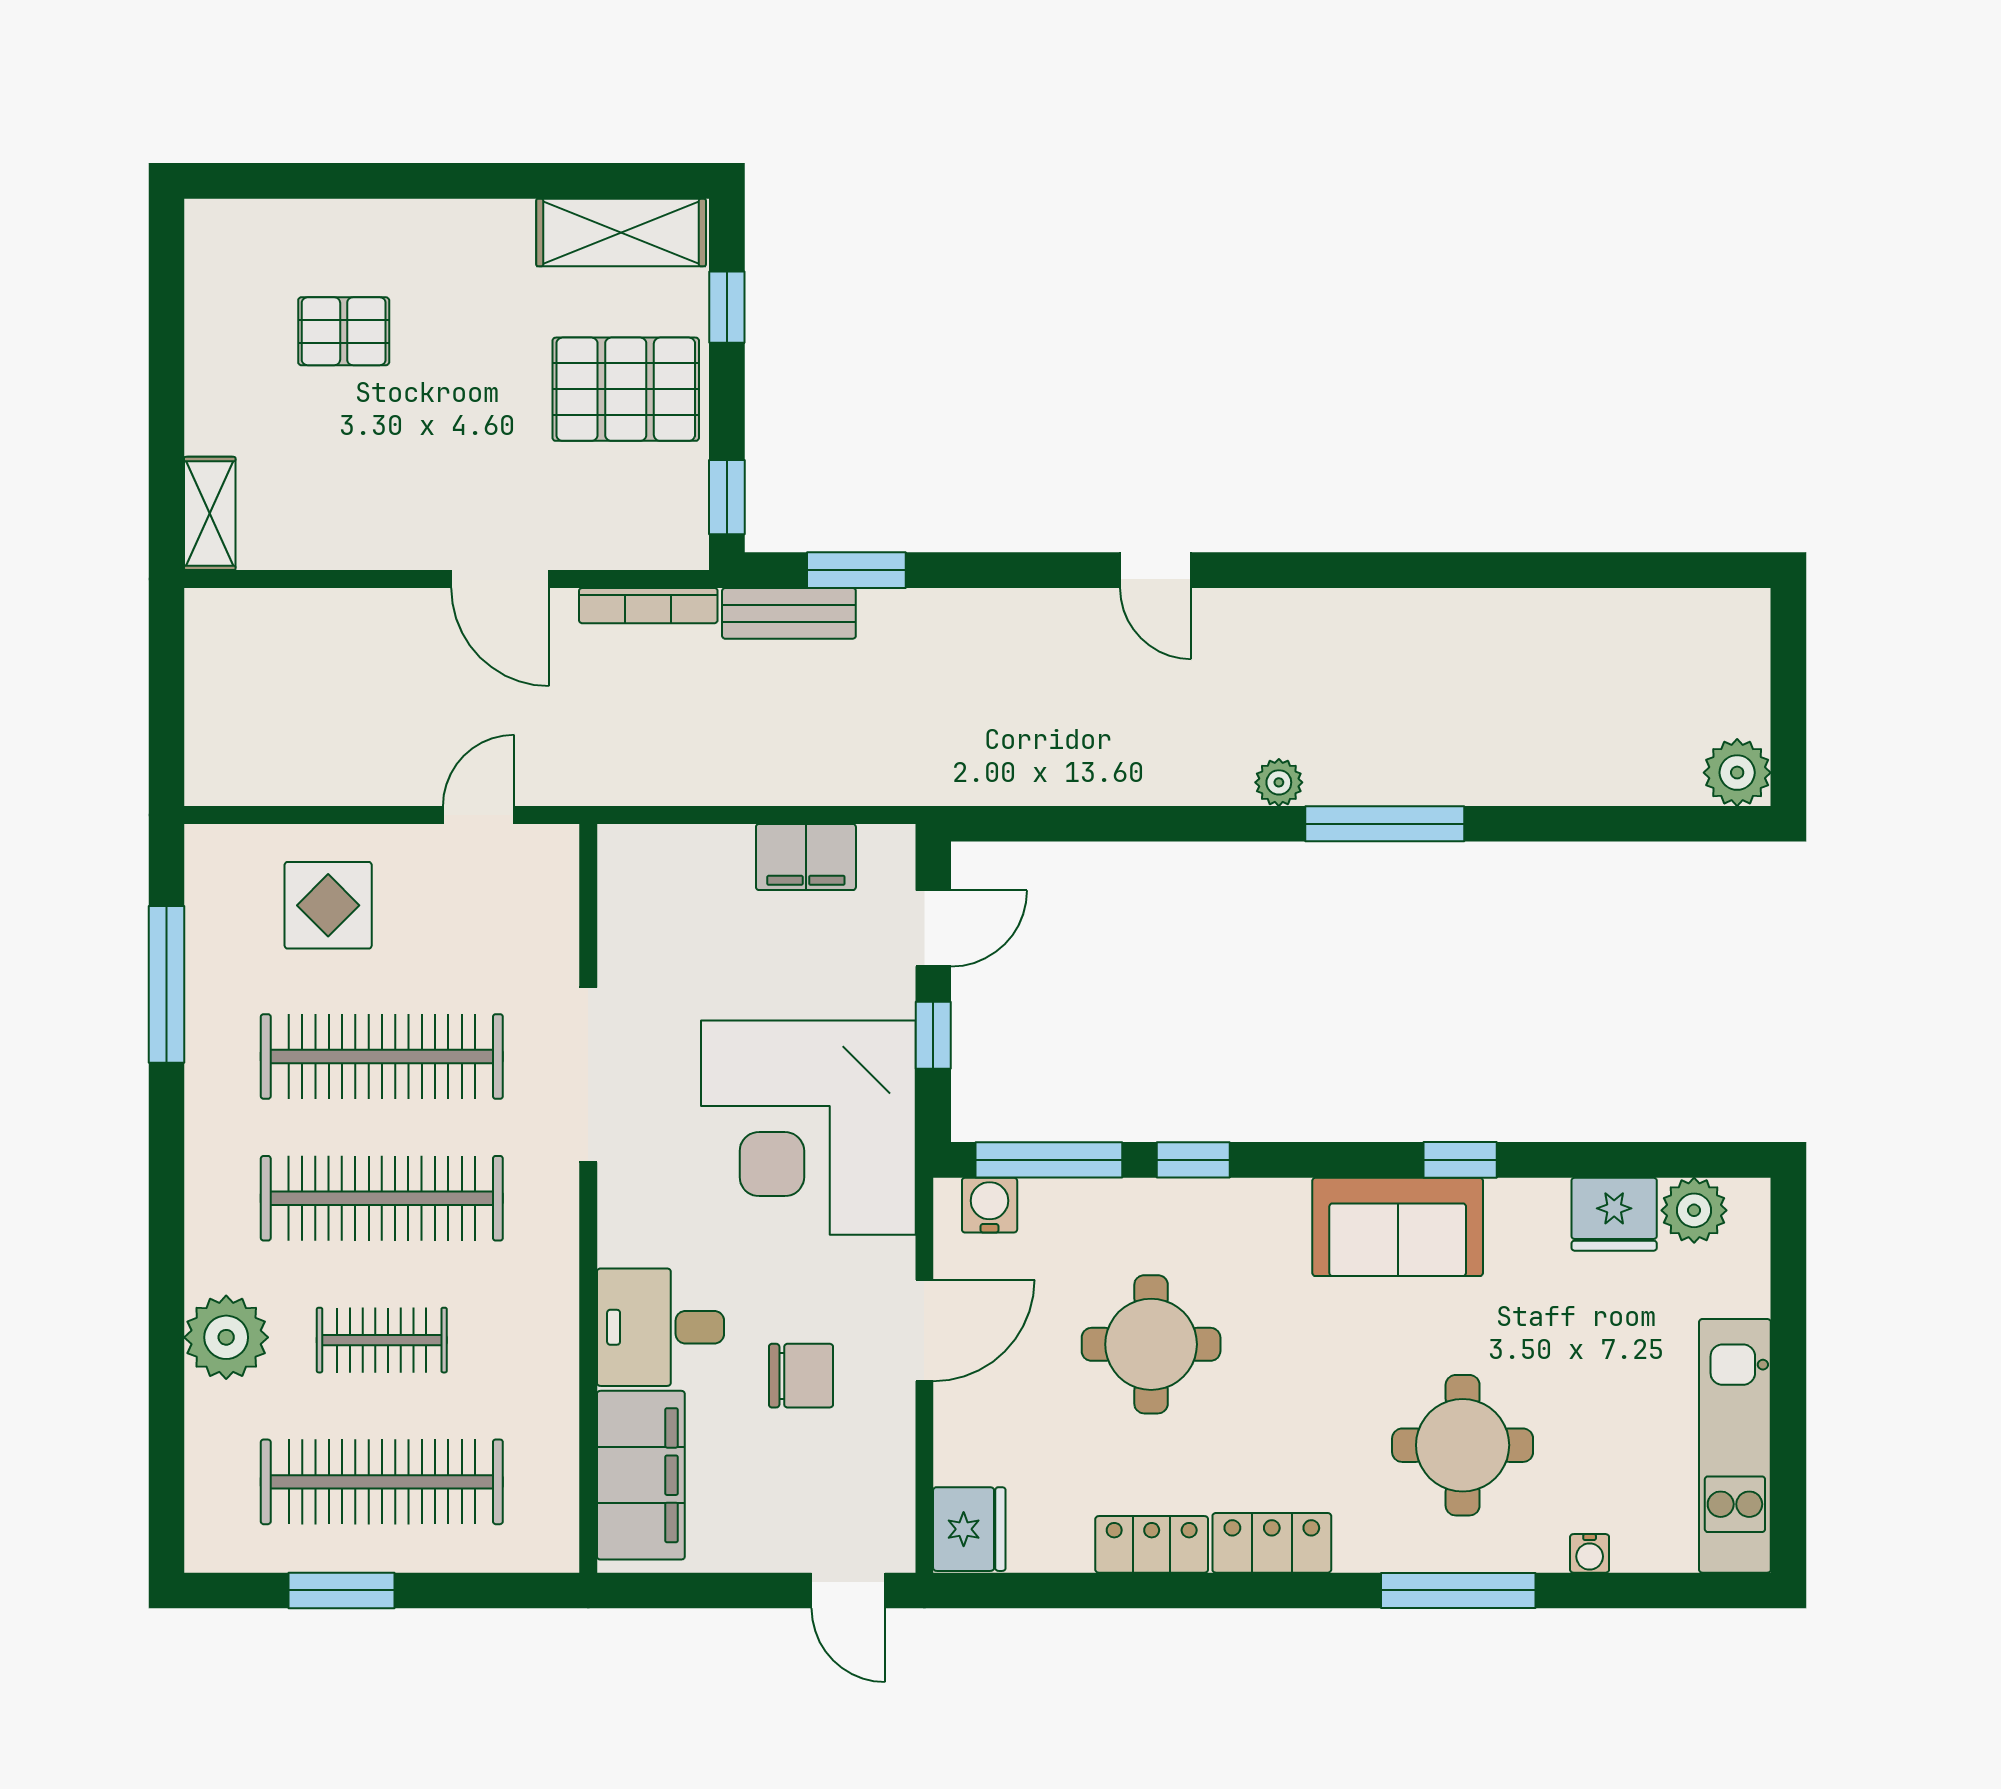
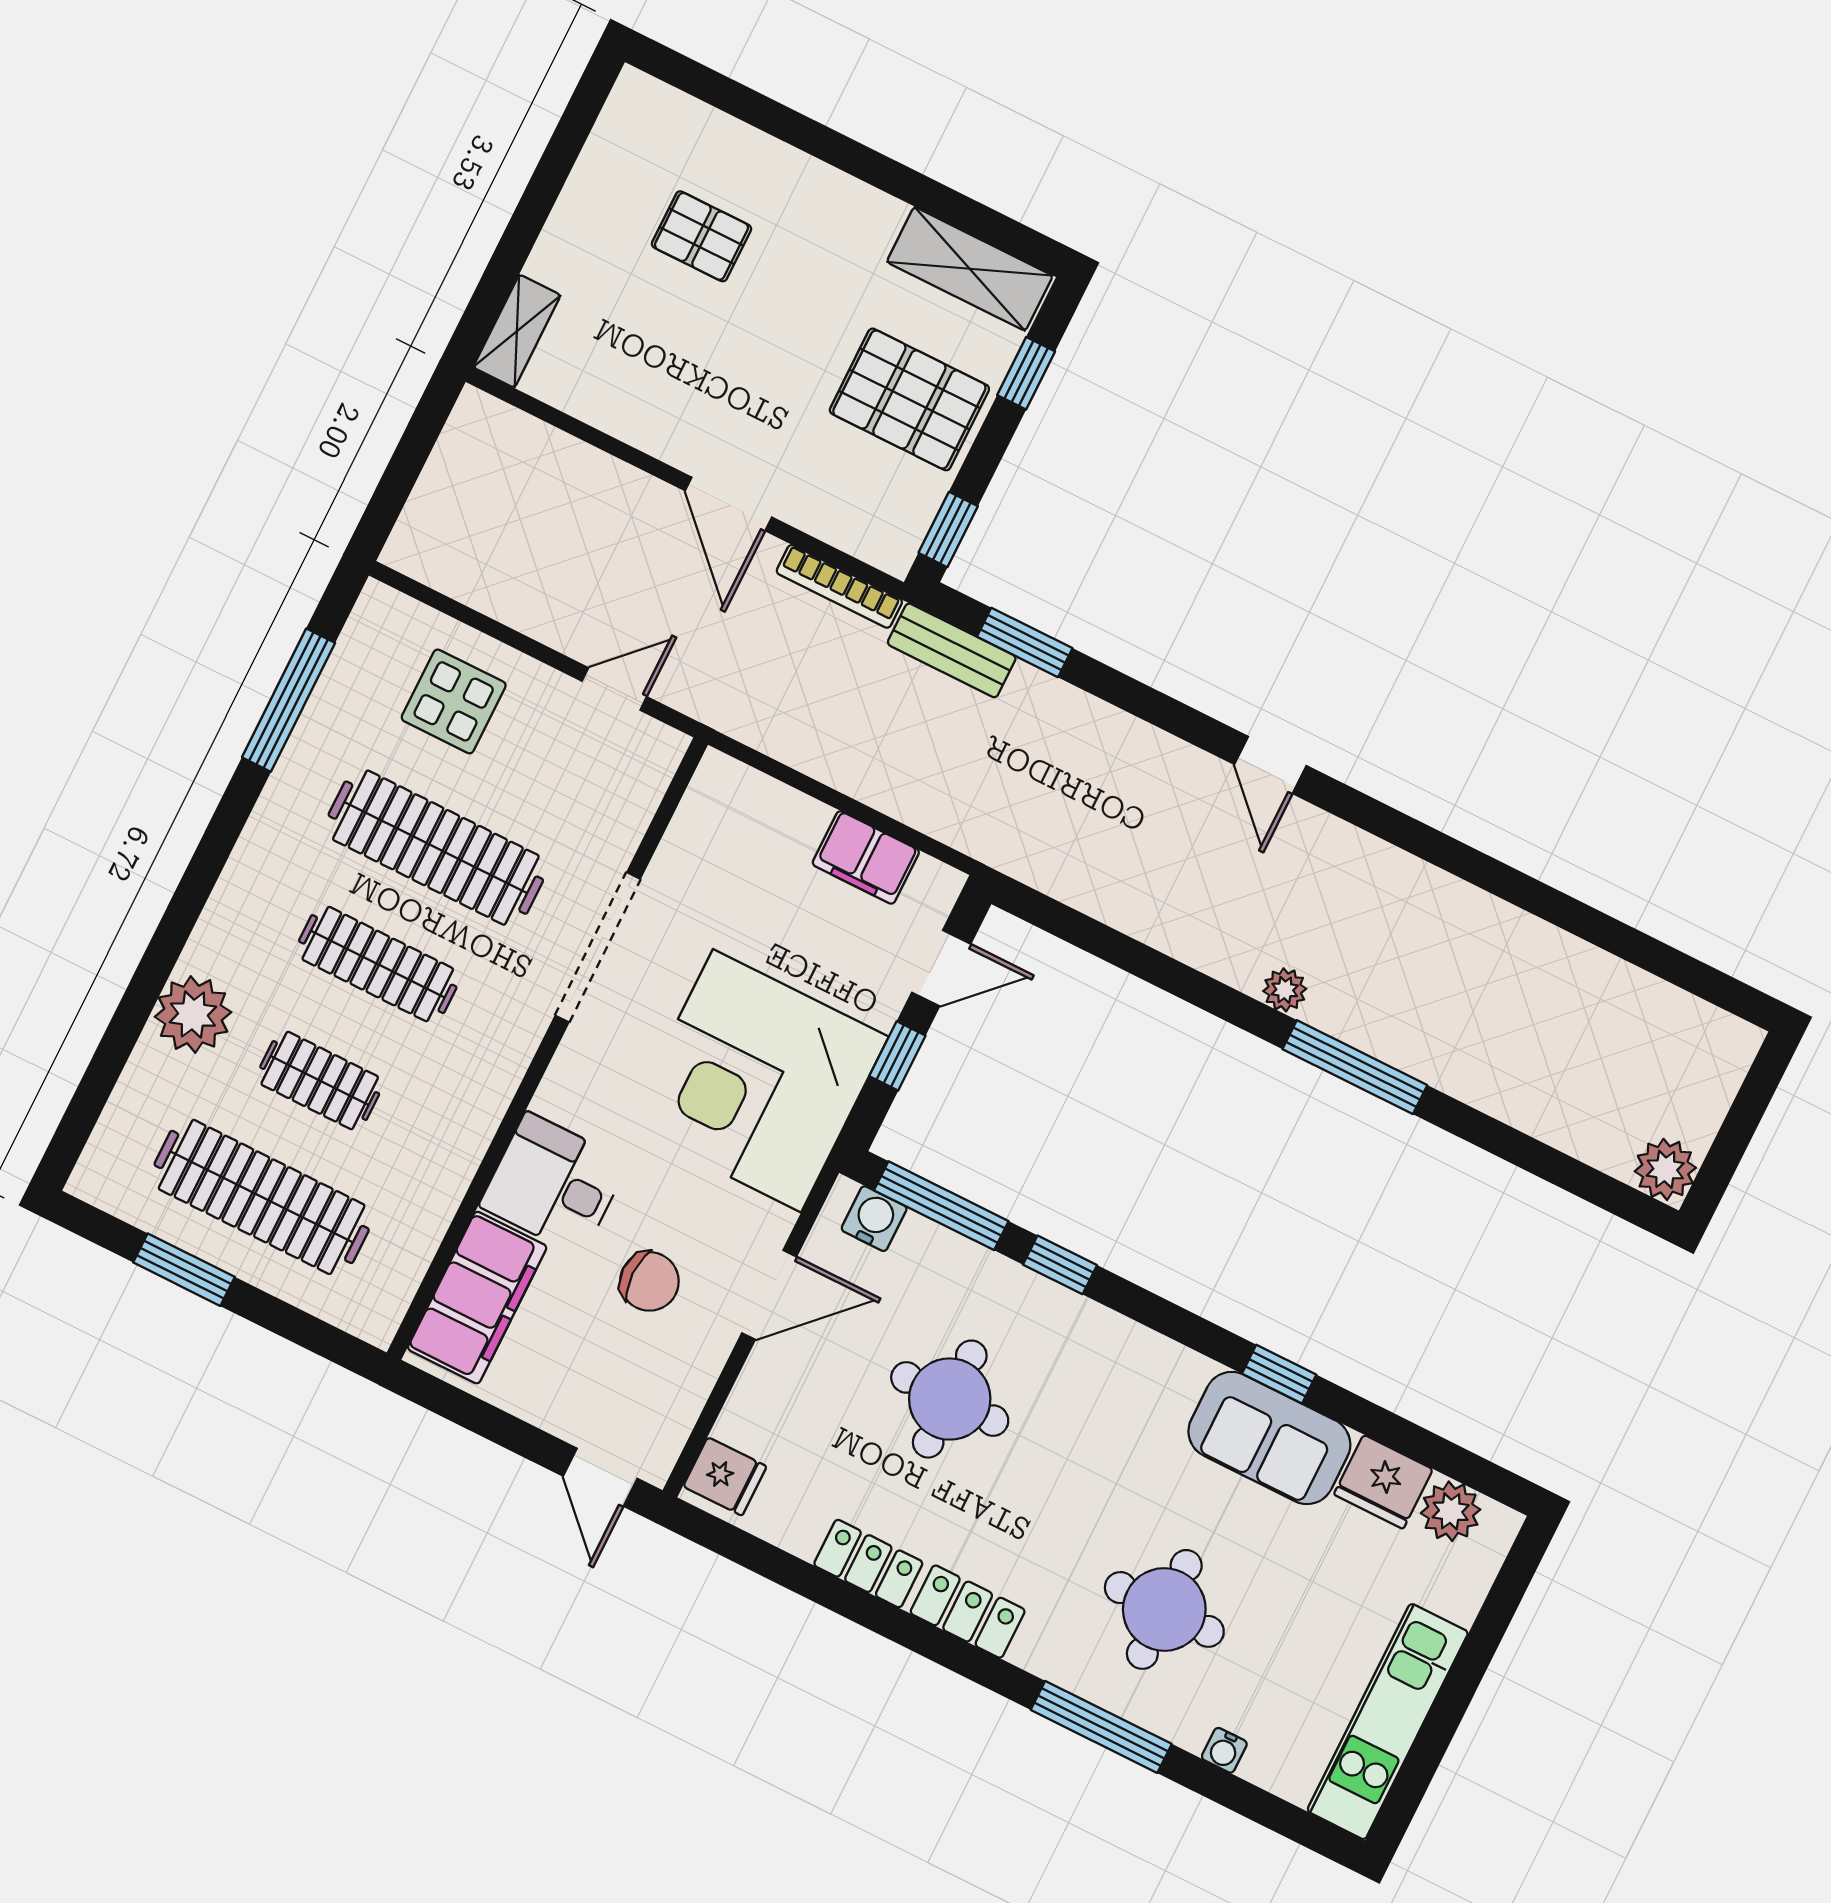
clothes rail: (382, 1198) -> (378, 964), width x0.73, depth x0.76
sofa: (1398, 1227) -> (1269, 1438), moved
fridge: (969, 1529) -> (725, 1476), width x0.72

